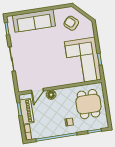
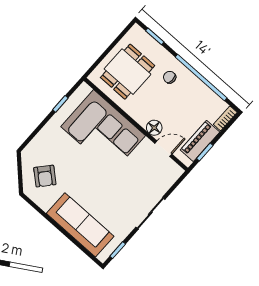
corner sofa: (83, 61) -> (103, 131), moved, turned 90

